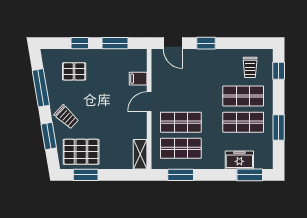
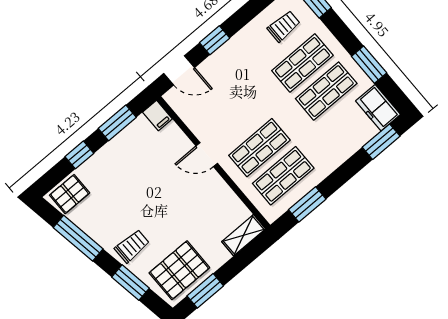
trolley: (250, 67) -> (284, 26), turned -90
pallet: (74, 71) -> (70, 194), moved
filing cabinet: (138, 79) -> (157, 116), moved, turned -90
door: (149, 102) -> (207, 155), hinge flipped
trolley: (66, 117) -> (132, 246), turned -43
shelving: (140, 154) -> (244, 235), moved, turned 90
freezer: (239, 160) -> (378, 108), moved, turned -90

